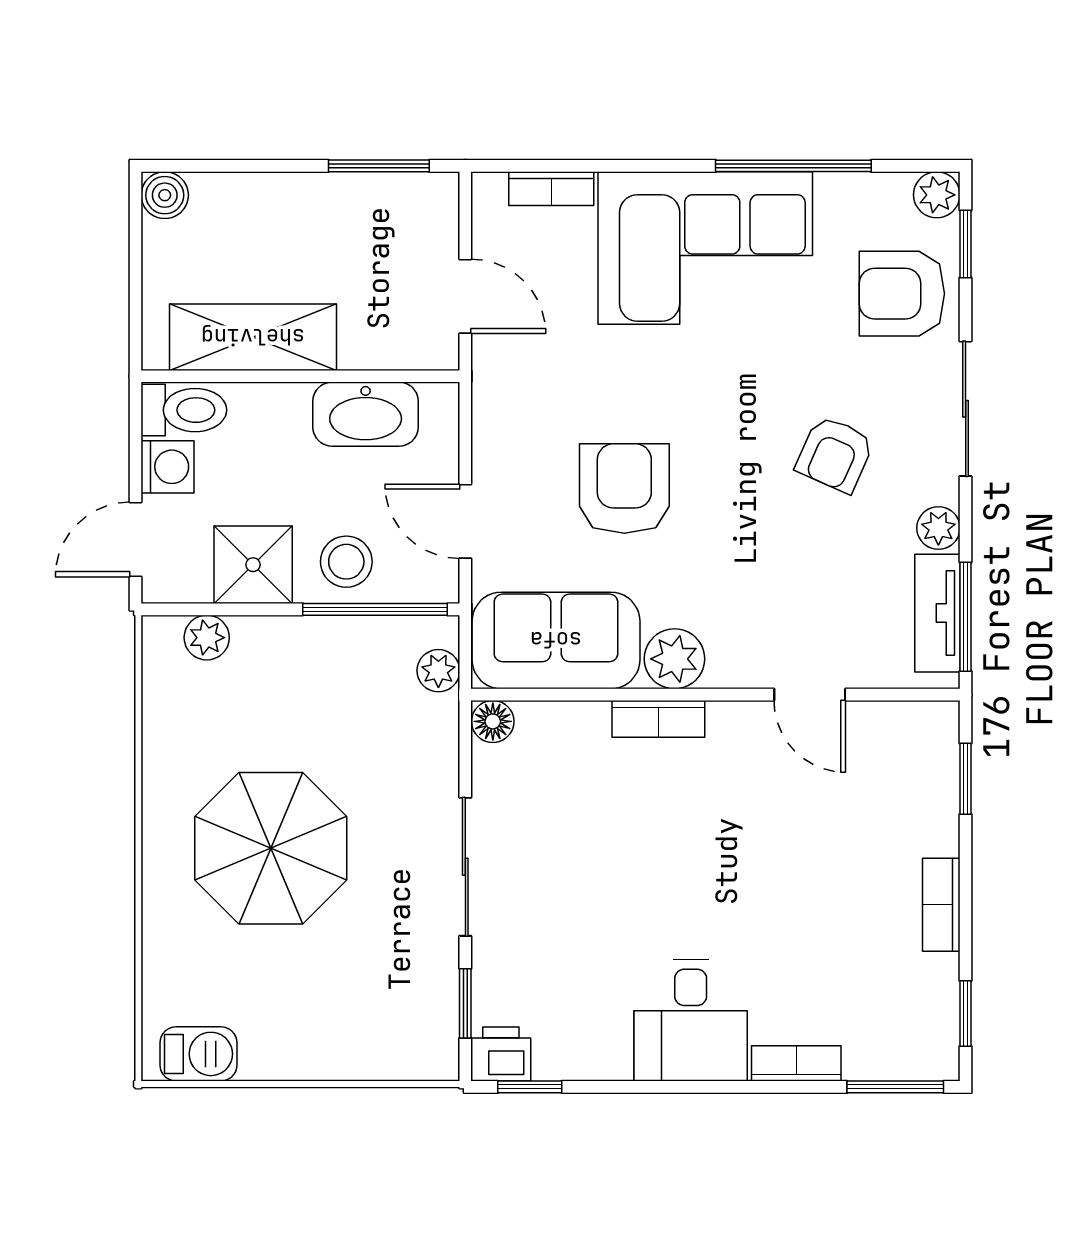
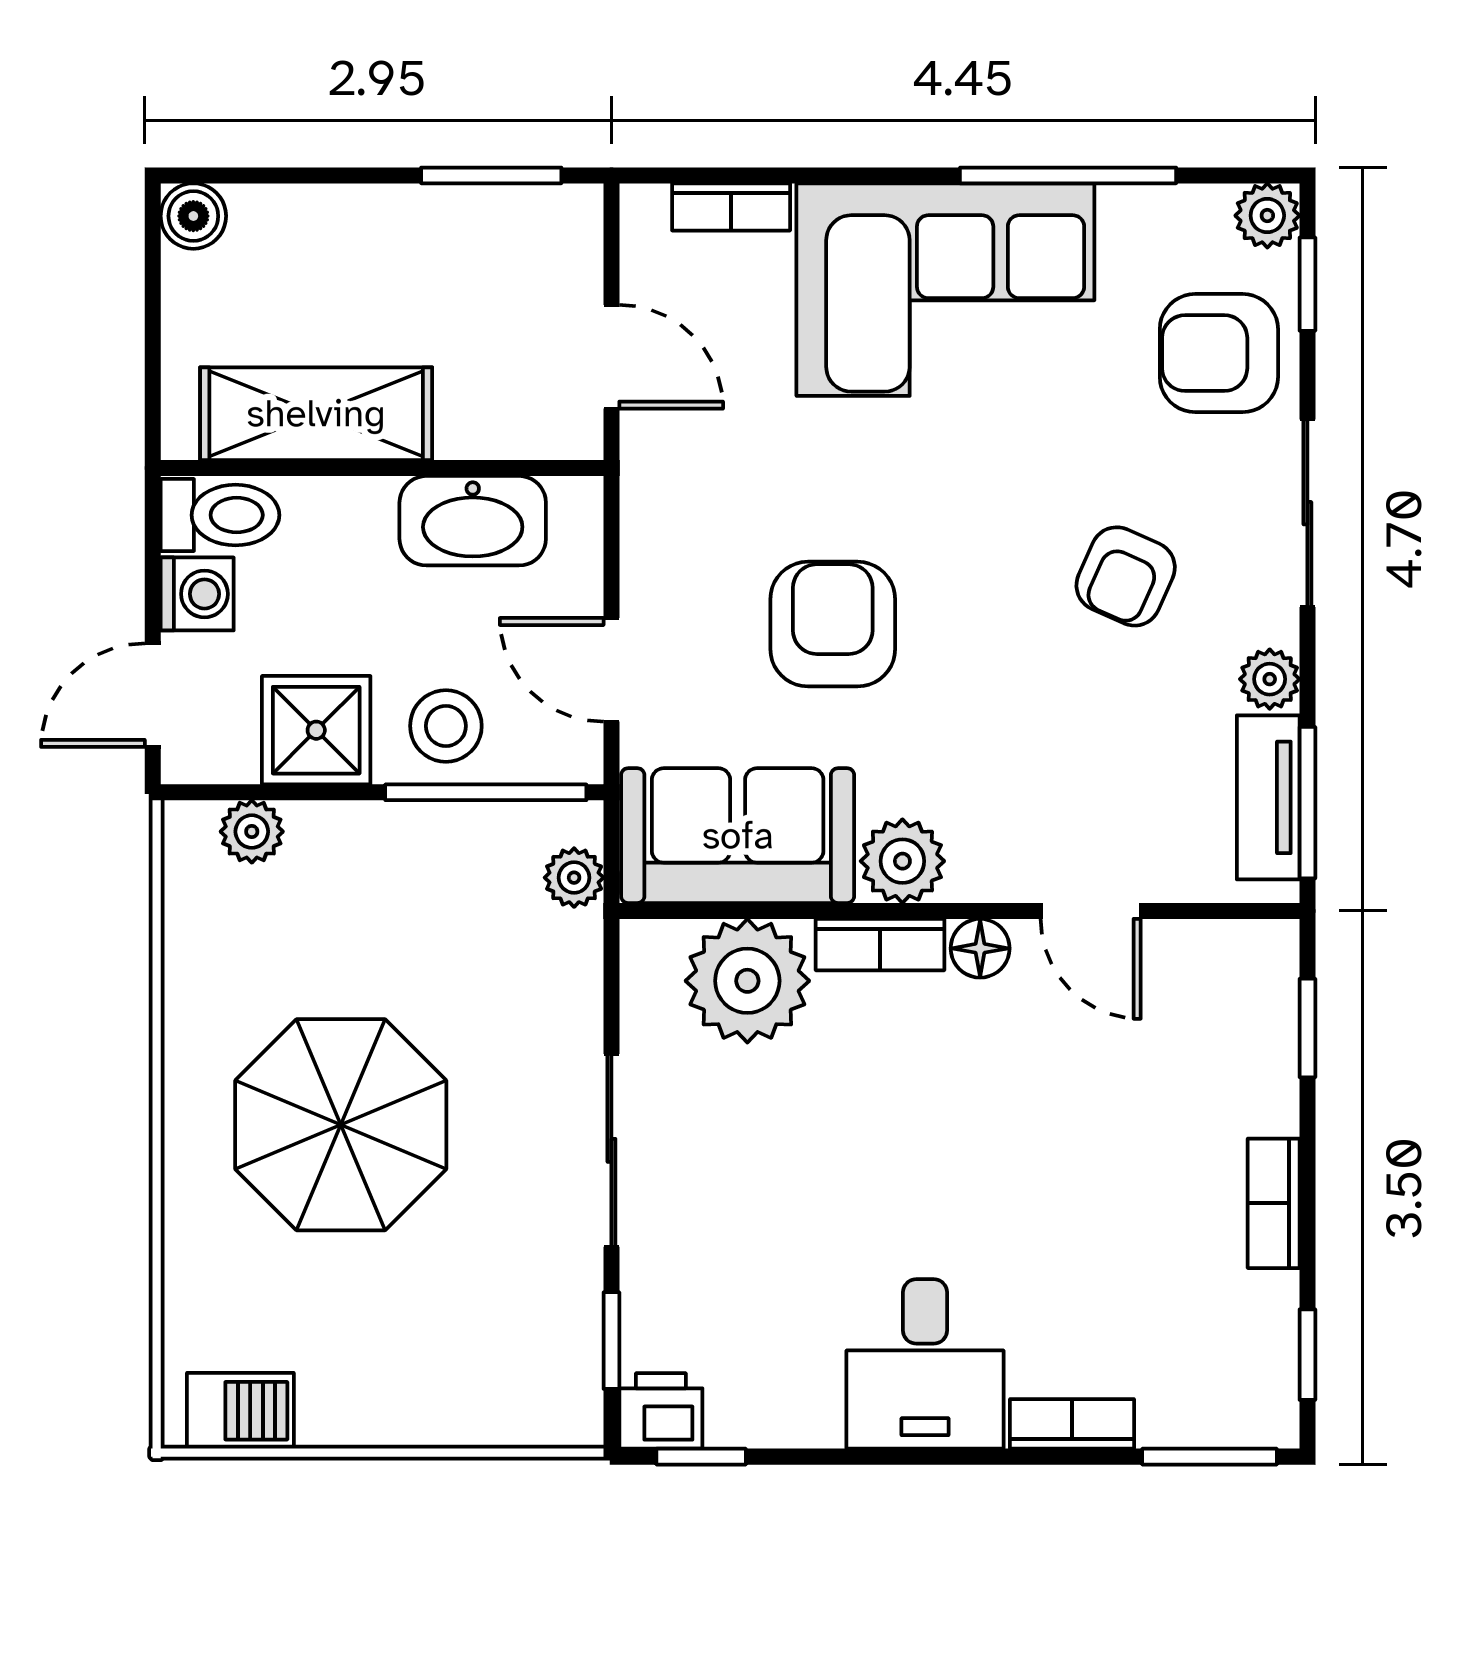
floor lamp: (493, 721) -> (980, 948), moved
plant: (563, 745) -> (747, 981), added

